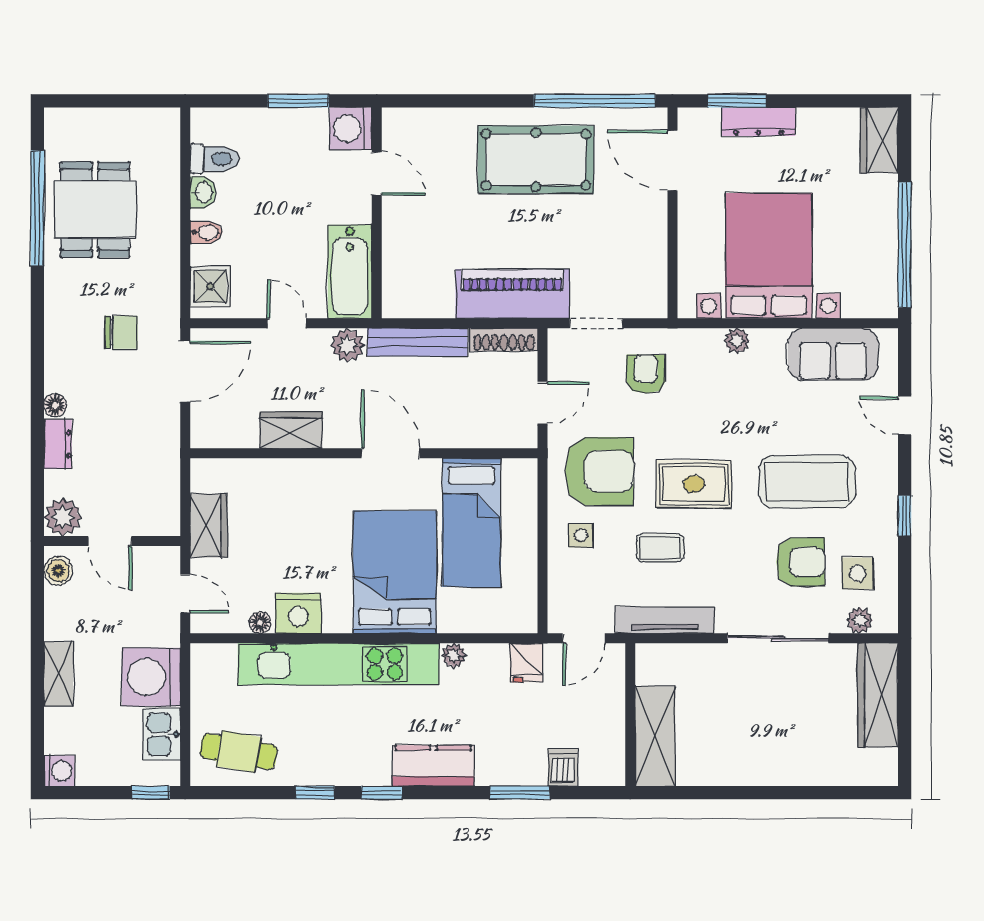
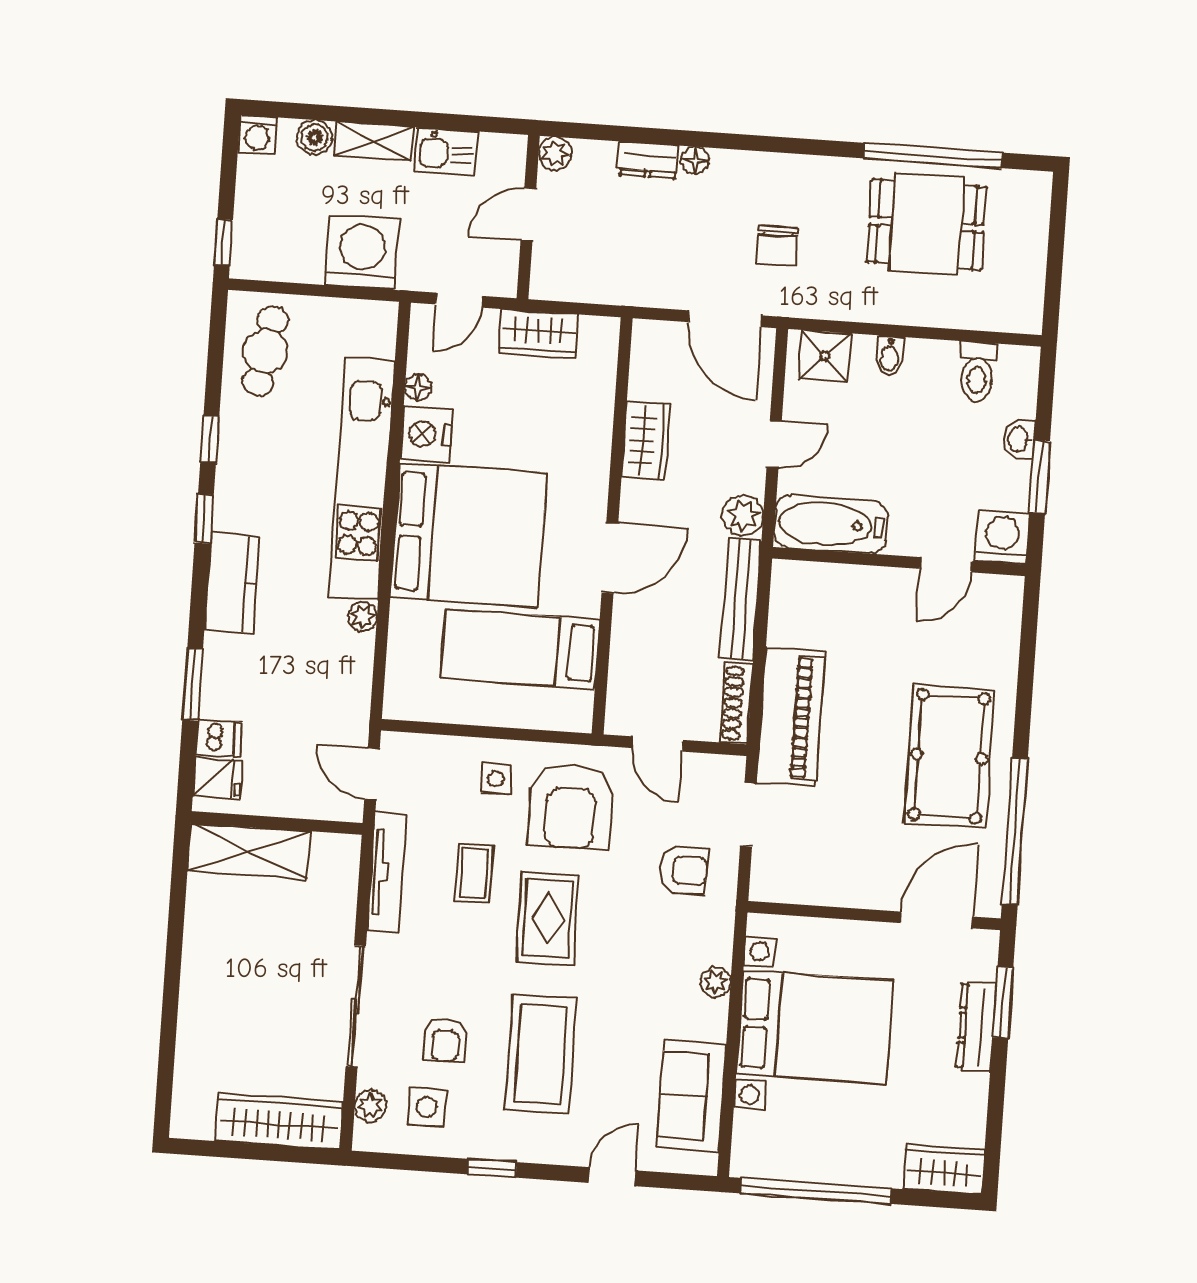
washbasin: (203, 192) -> (1019, 439), moved, turned 90
plant: (63, 517) -> (555, 153), width x0.73, depth x0.73
armchair: (801, 562) -> (445, 1040), width x0.72, depth x0.72
boiler: (58, 571) -> (314, 137), moved
bed: (395, 572) -> (468, 535), width x1.36
fridge: (526, 663) -> (217, 778), moved, turned 180
kitchen sink: (162, 734) -> (446, 152), moved, turned 180

